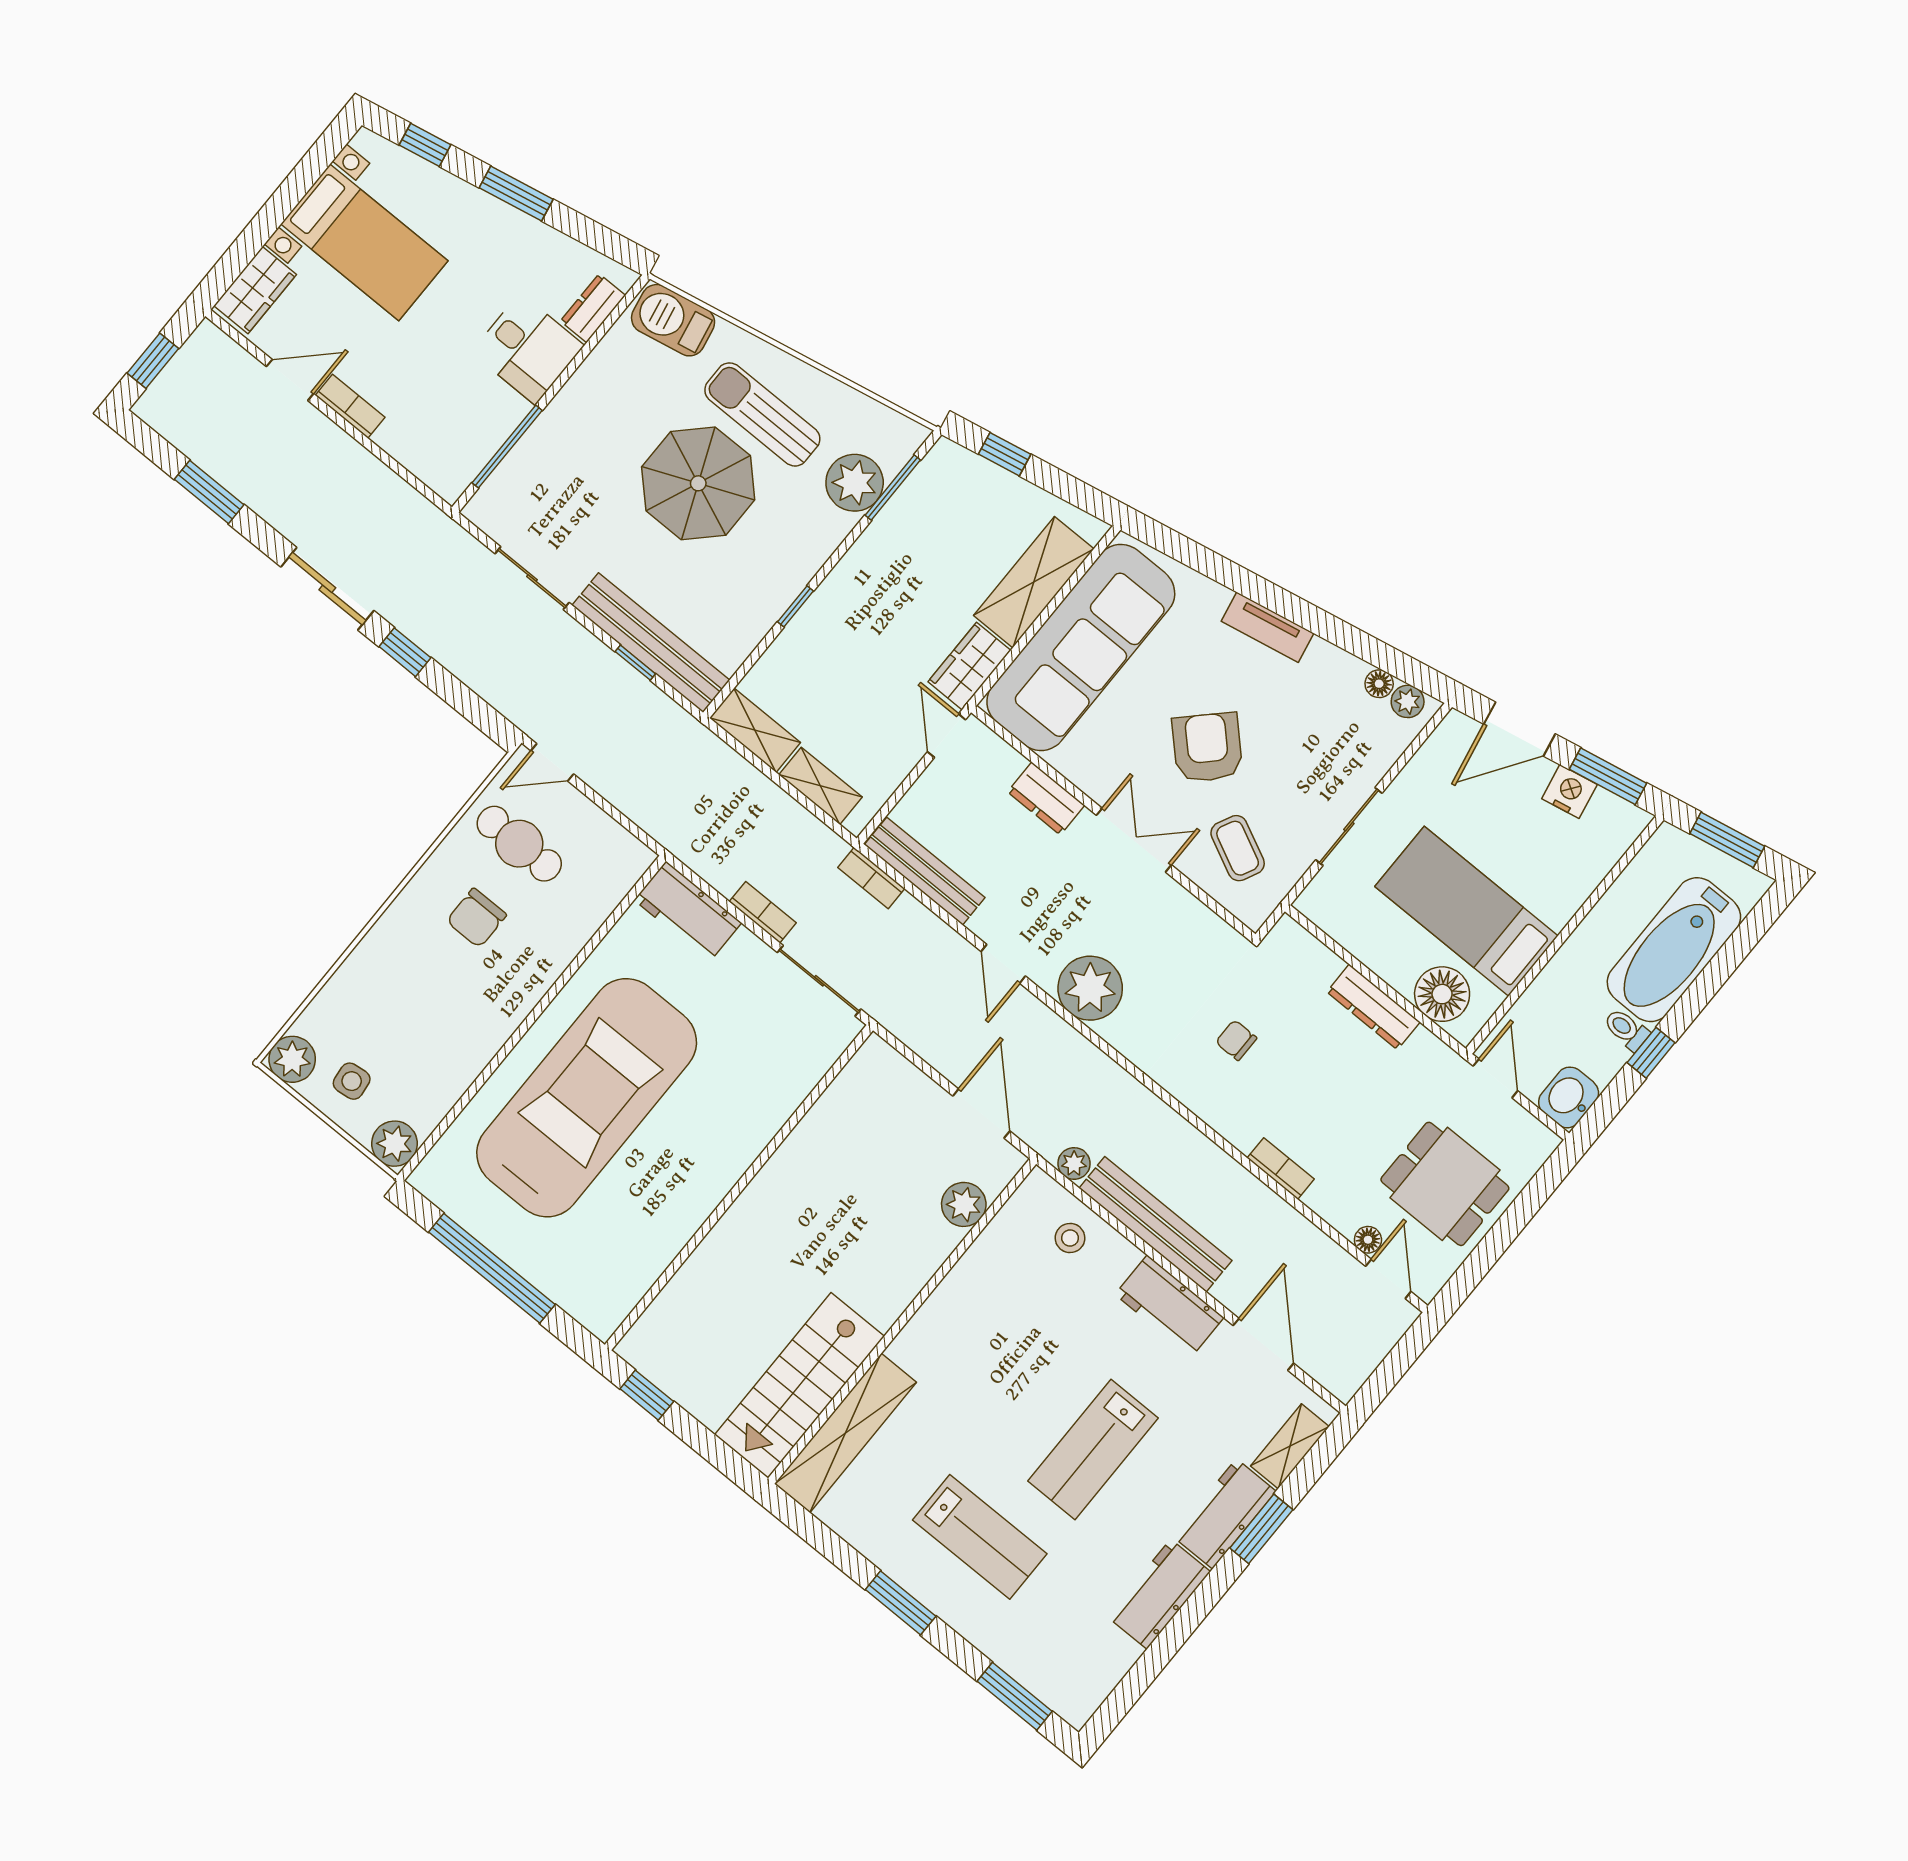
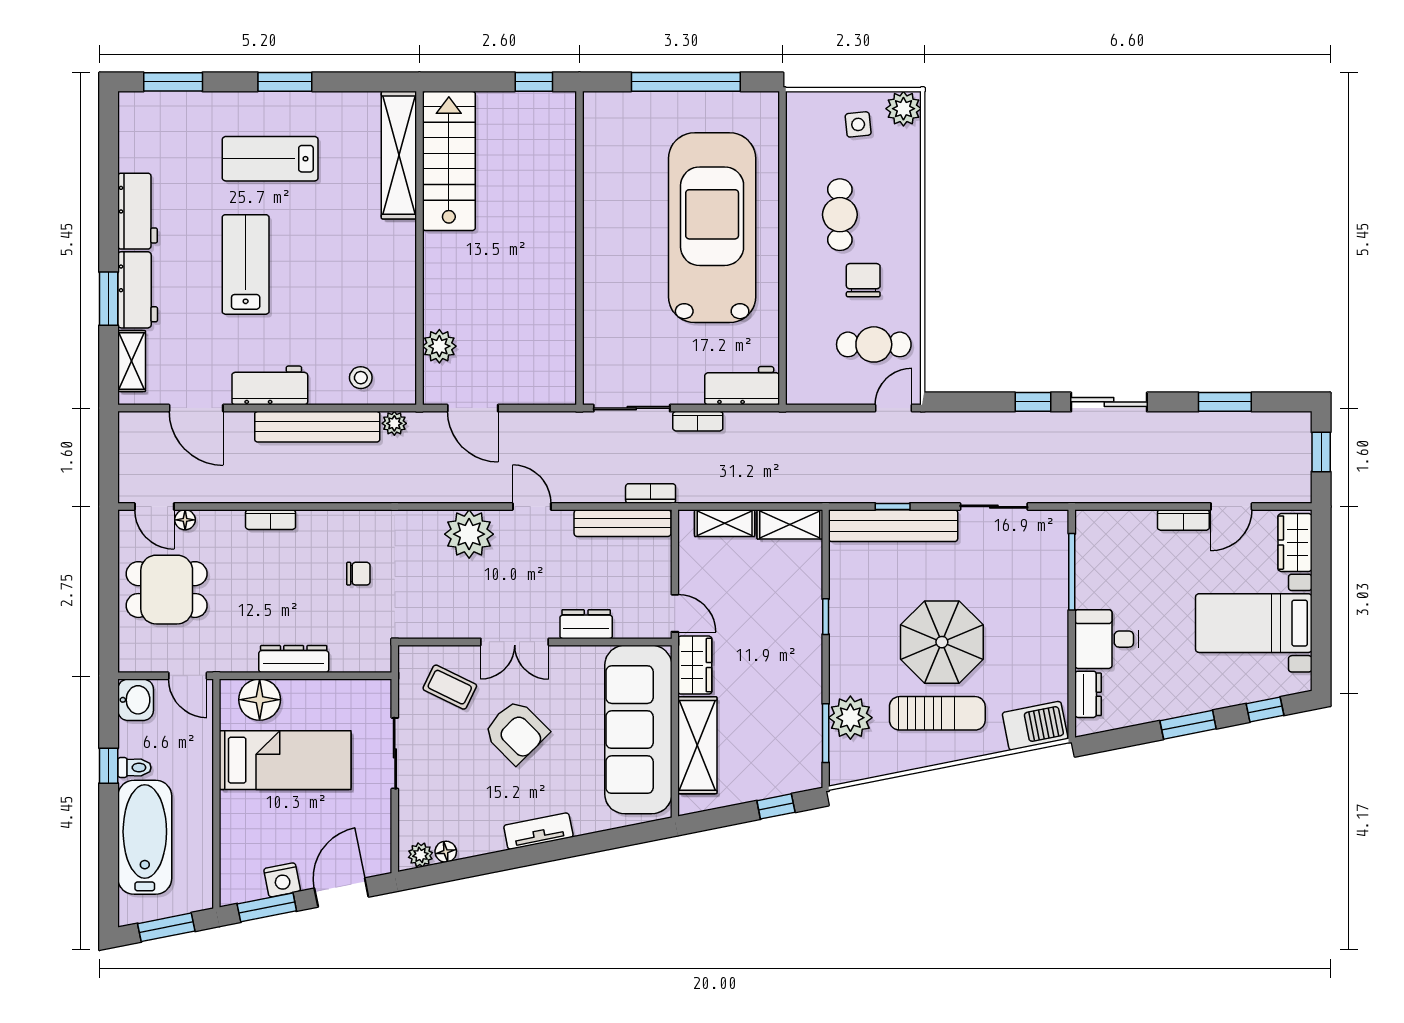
cafe table: (446, 1004) -> (840, 215), added
car: (587, 1098) -> (712, 228), turned 180
plant: (395, 1144) -> (803, 108), removed

